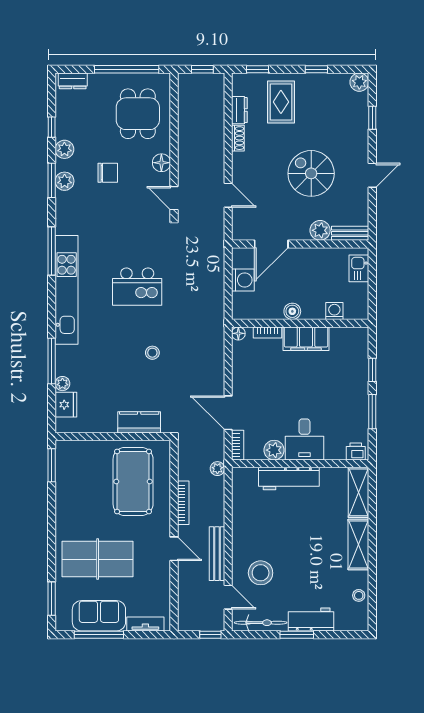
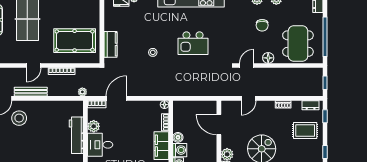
dresser: (239, 110) -> (311, 105), moved
dining table: (138, 114) -> (298, 44), width x1.37
washing machine: (243, 280) -> (180, 150), moved, turned -90
kitchen island: (137, 287) -> (193, 43), turned -90

